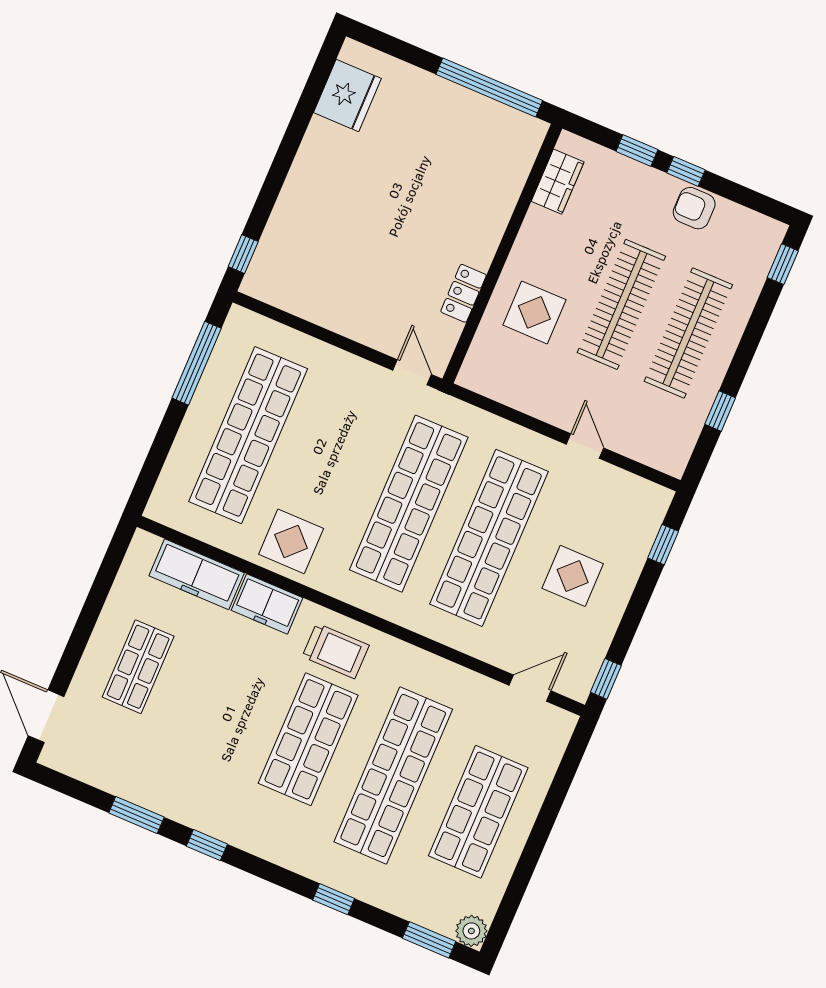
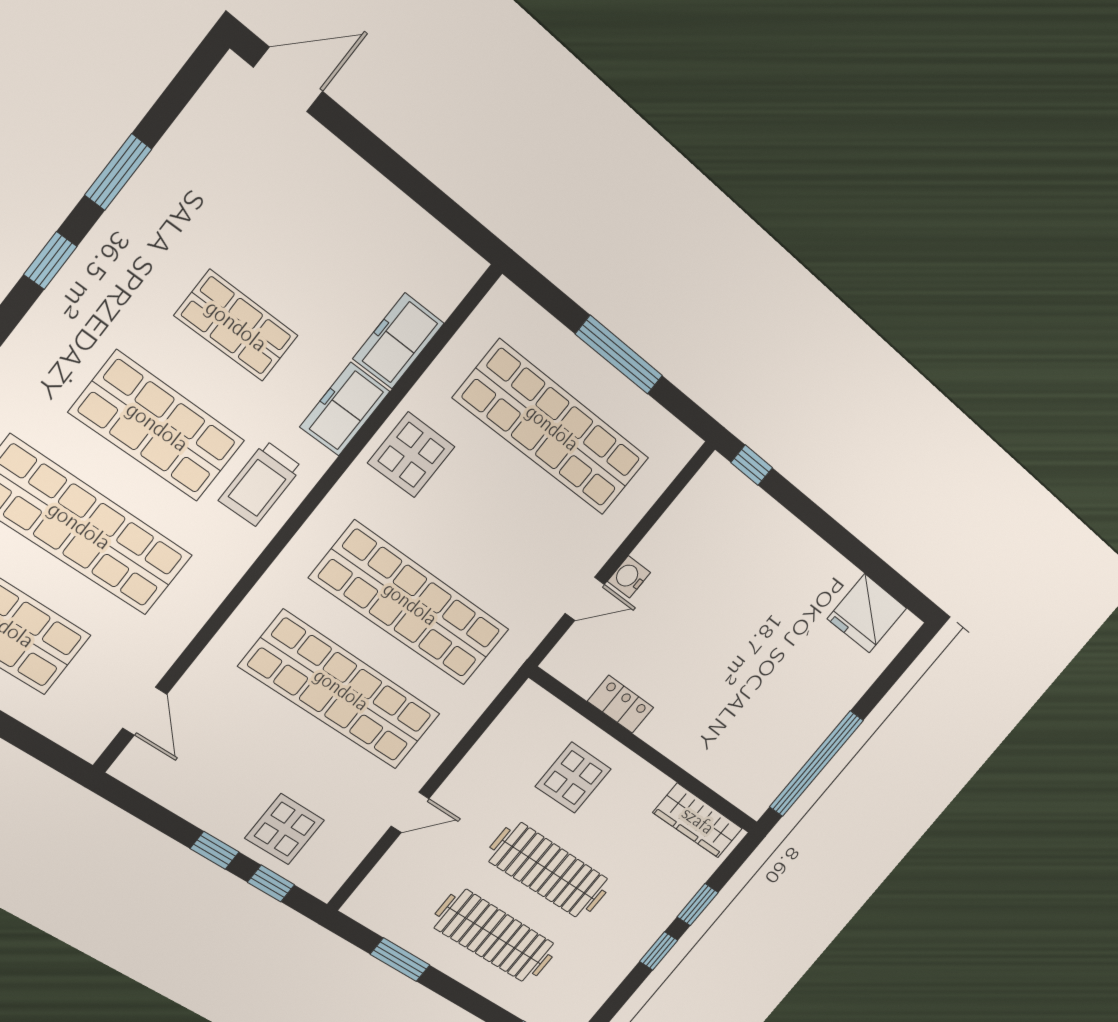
wardrobe: (558, 182) -> (698, 821), width x1.50
armchair: (694, 208) -> (619, 955), removed
water cooler: (354, 327) -> (629, 577), added
window: (197, 363) -> (619, 355), moved
door: (412, 372) -> (585, 599), moved
window: (720, 411) -> (400, 960), width x1.50
freezer: (197, 574) -> (398, 341), width x0.71
display table: (573, 576) -> (285, 829), moved
shop shelf: (138, 667) -> (236, 326), moved
window: (606, 679) -> (215, 850), moved

